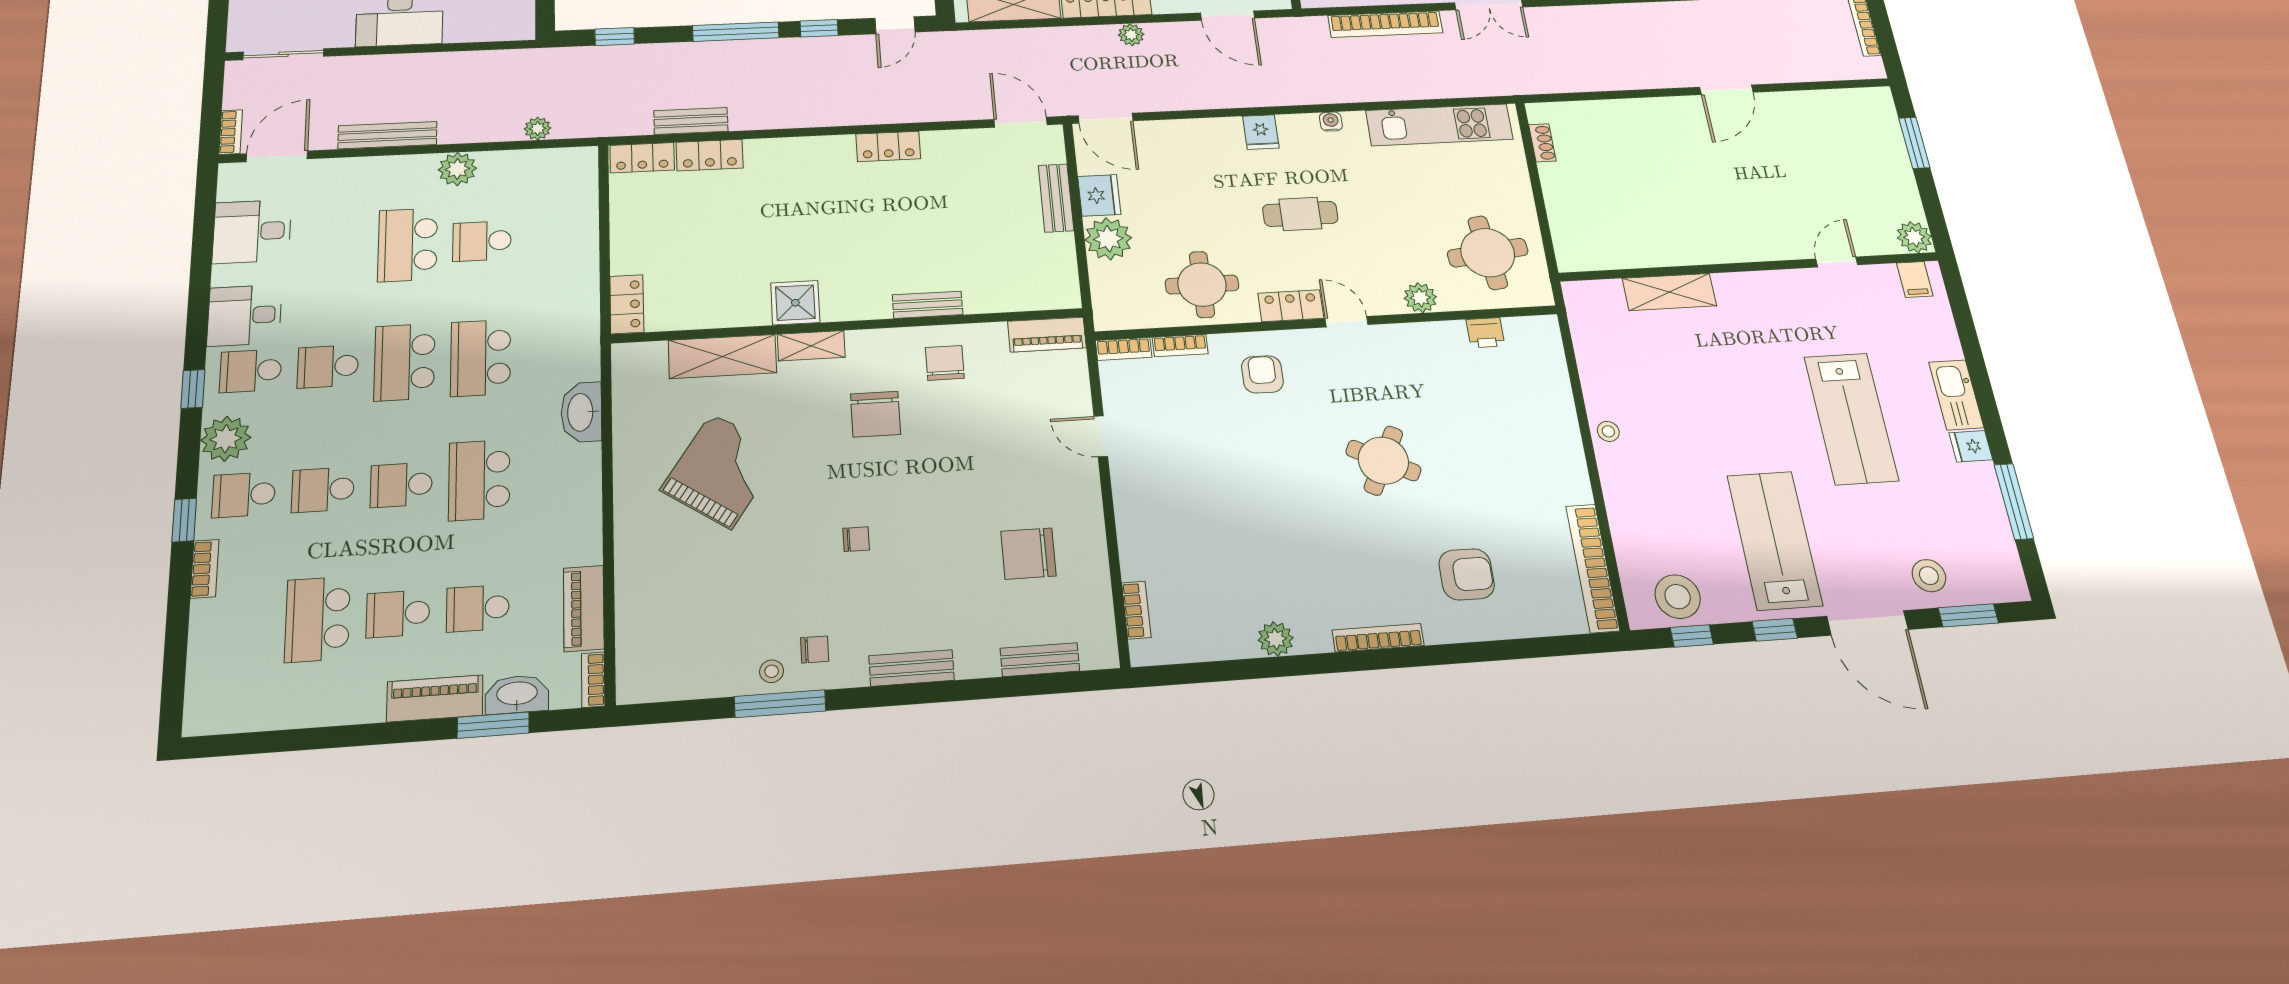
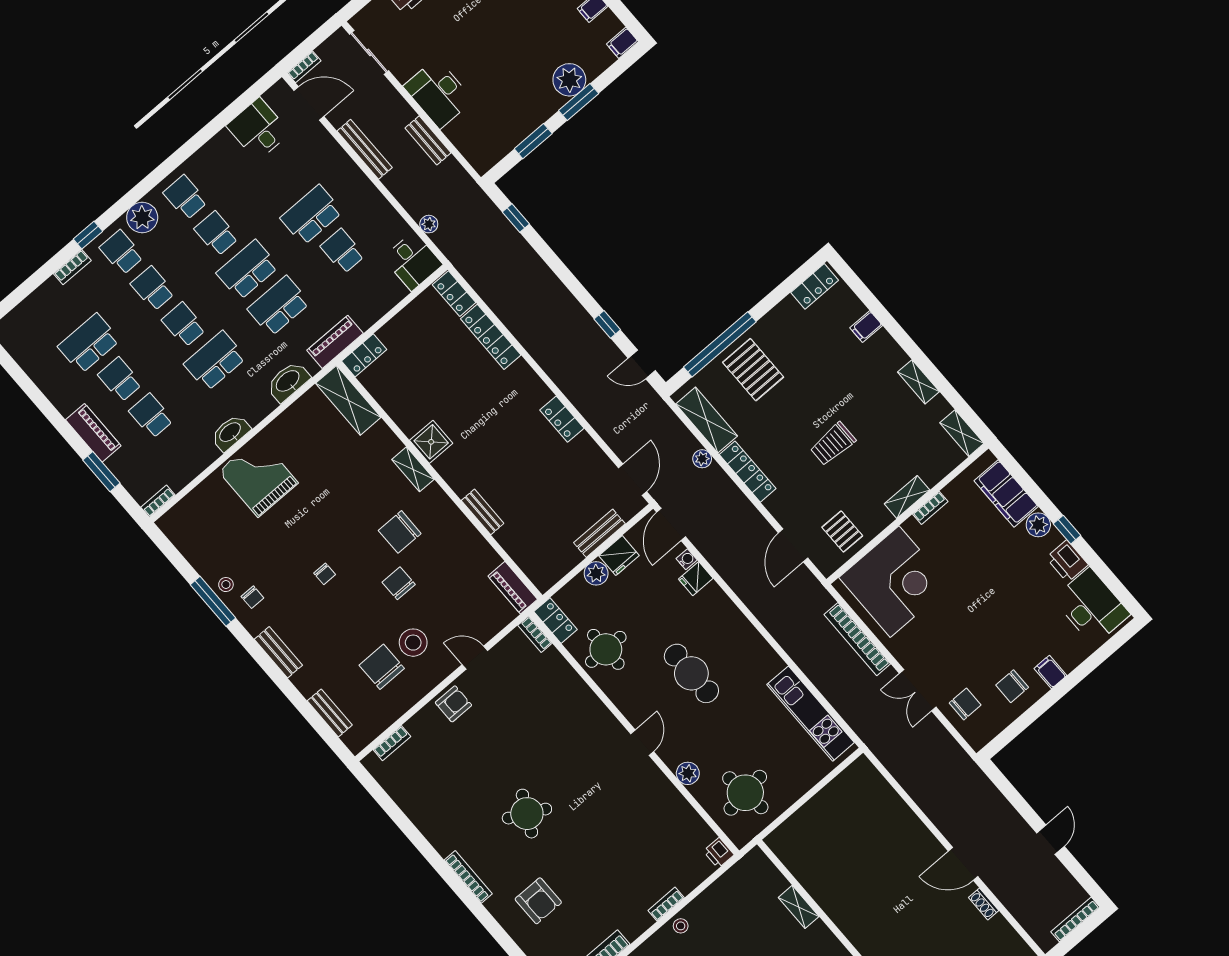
window: (736, 32) -> (570, 281), removed
plant: (1131, 35) -> (702, 459), moved
bench: (691, 121) -> (428, 140), moved
water cooler: (1331, 122) -> (687, 559), moved
fridge: (1261, 132) -> (696, 579), moved
shoe rack: (1542, 143) -> (984, 904), moved, turned 90
locker: (710, 155) -> (491, 337), width x1.53
plant: (457, 169) -> (373, 203), removed
cafe table: (1300, 214) -> (691, 673), width x1.37, depth x1.35
plant: (1108, 239) -> (596, 573), width x0.73, depth x0.73
shelving: (1669, 292) -> (799, 907), width x0.67, depth x0.75
locker: (1291, 306) -> (556, 621), moved
desk: (244, 315) -> (413, 261), moved, turned 180
printer: (1485, 333) -> (719, 853), moved
bookcase: (1180, 346) -> (666, 904), moved, turned 90
shelving: (722, 356) -> (348, 400), moved
chair: (945, 363) -> (399, 583), moved, turned -90
armchair: (1262, 374) -> (454, 704), moved
window: (193, 389) -> (155, 178), removed
door: (1101, 436) -> (475, 658), hinge flipped
round table: (1383, 461) -> (527, 814), moved
grand piano: (721, 471) -> (258, 477), moved, turned -124
stool: (1026, 495) -> (413, 643), added
piano: (584, 608) -> (335, 342), moved
plant: (1276, 639) -> (429, 825), removed
washbasin: (517, 694) -> (230, 433), moved, turned -90

